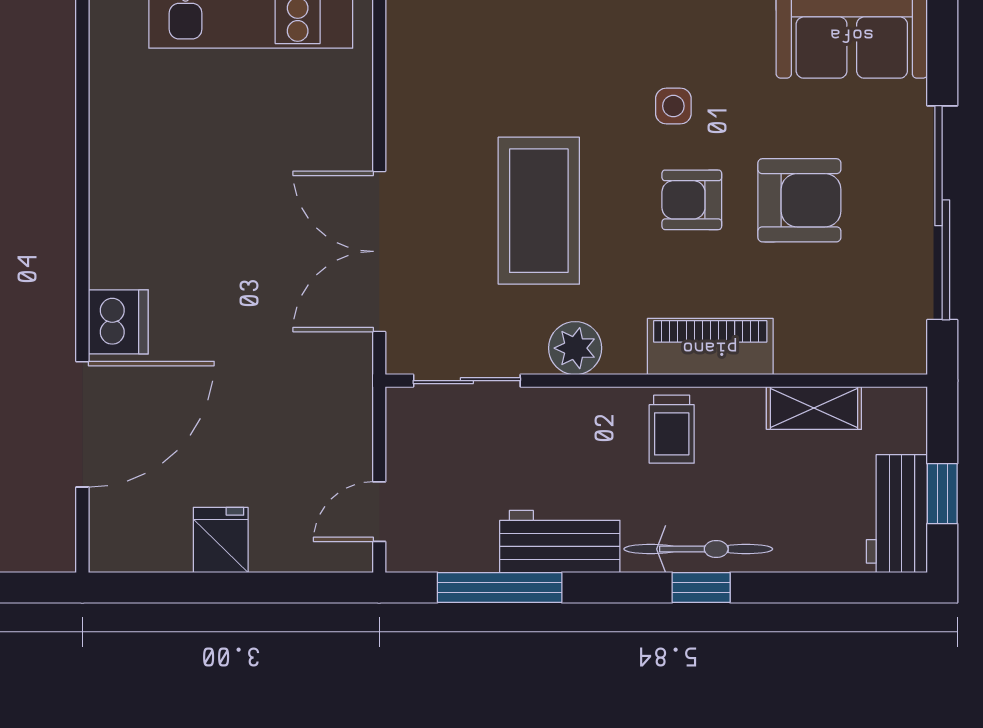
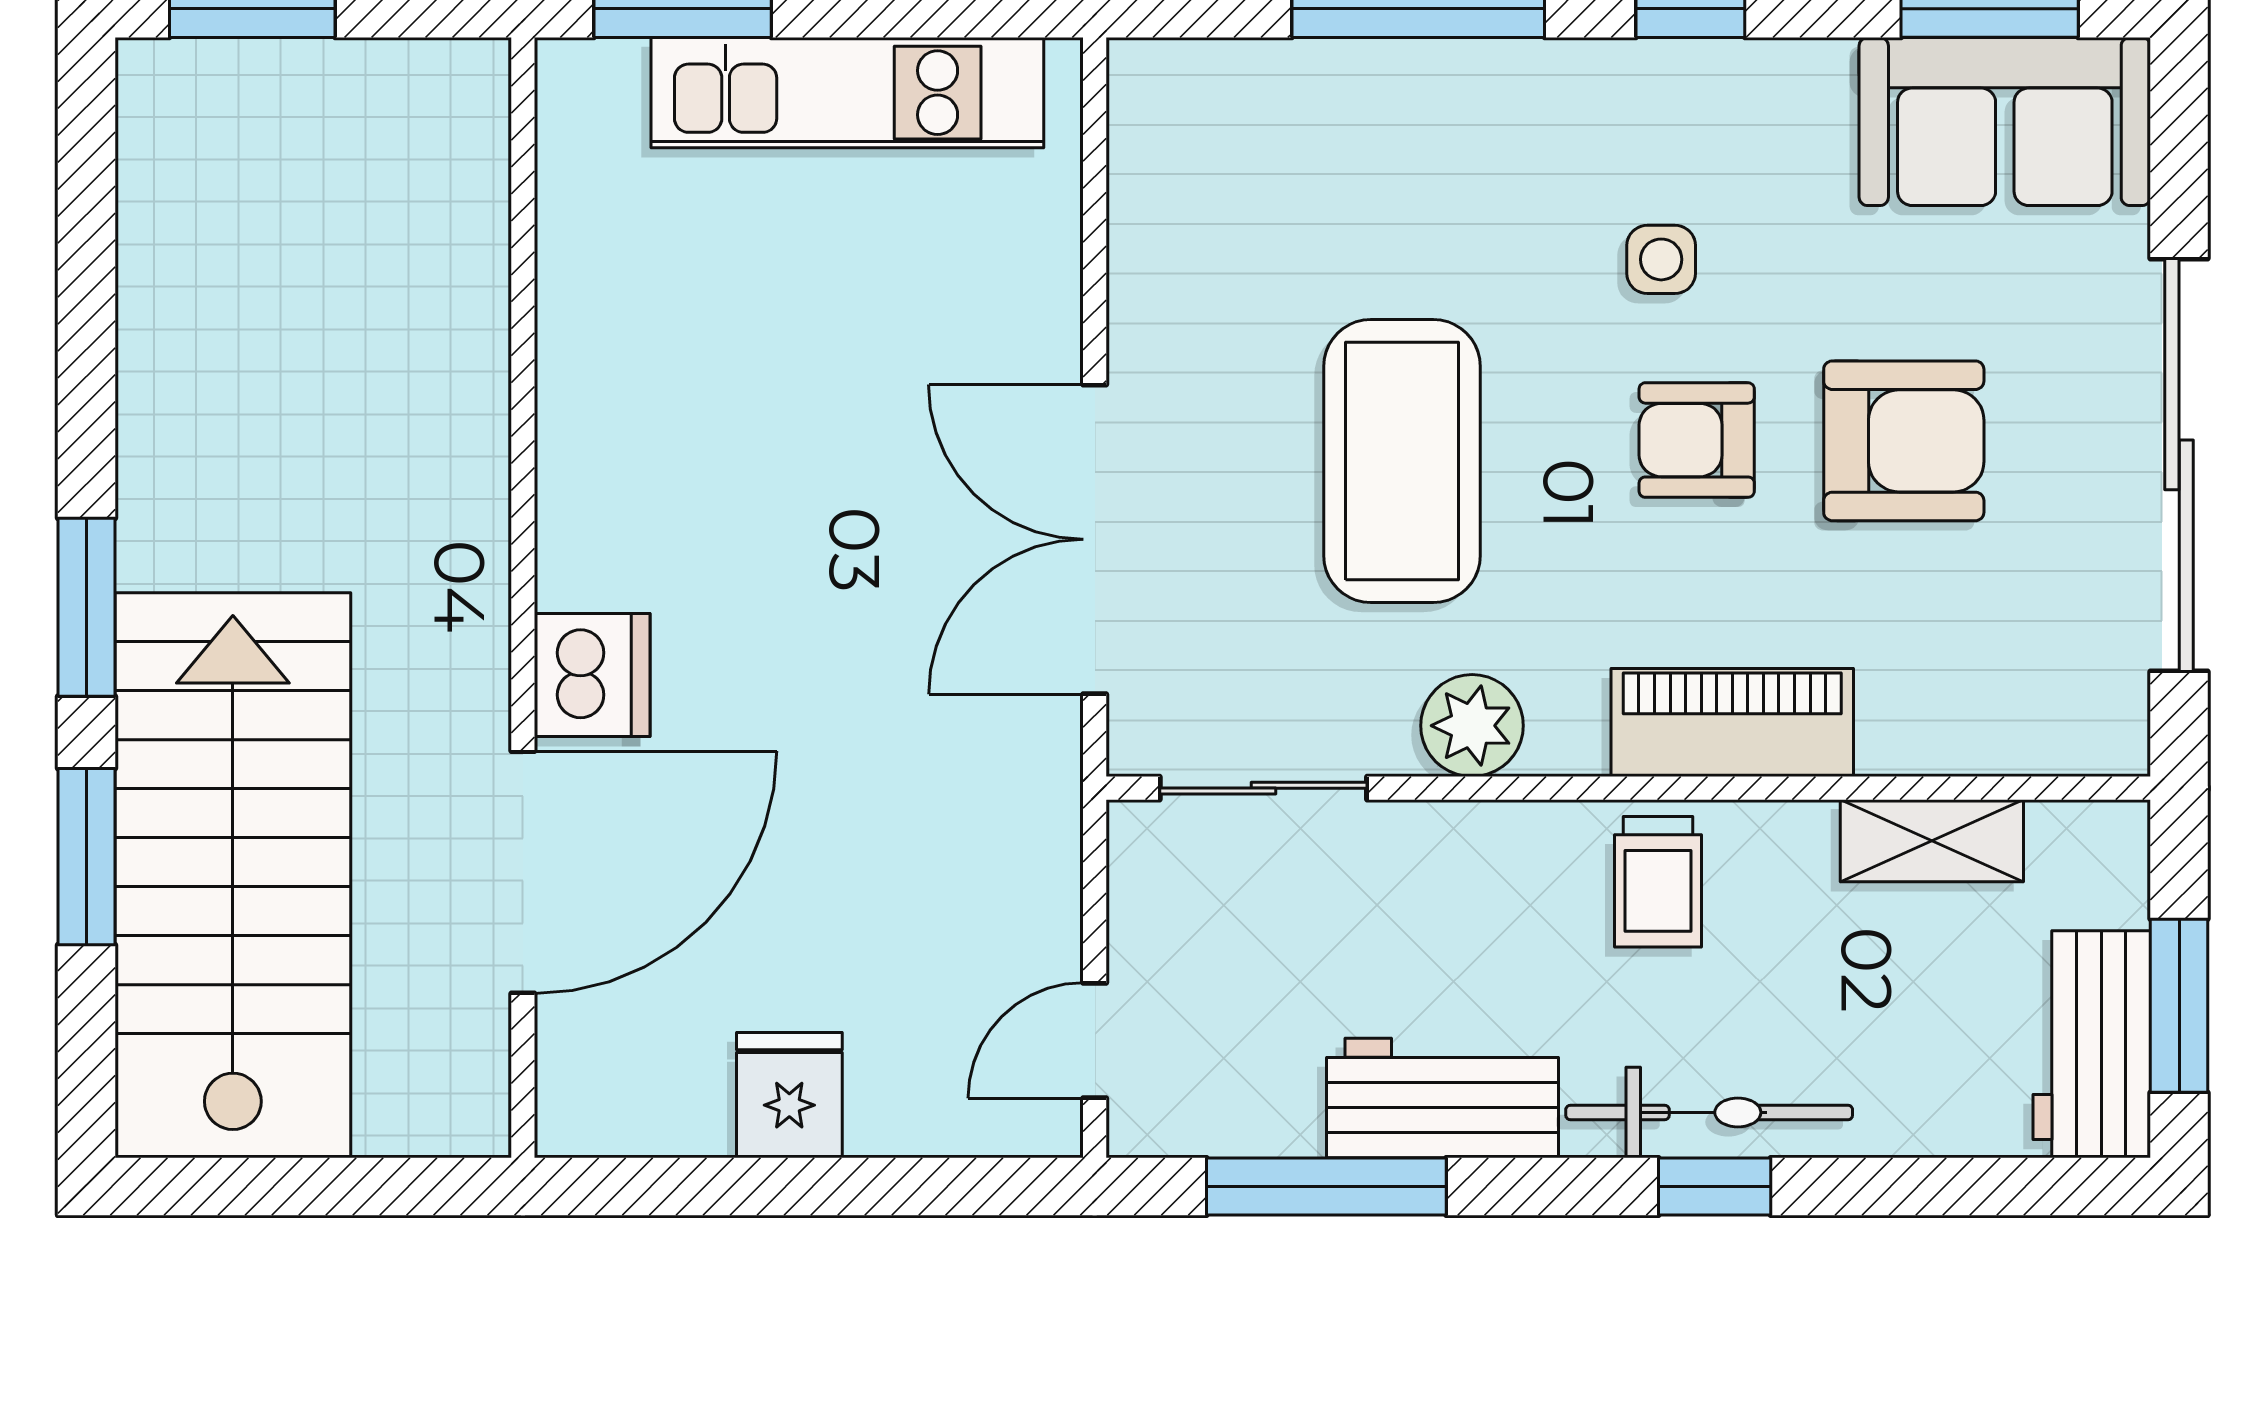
window: (942, 494) -> (2179, 1006), width x1.50

